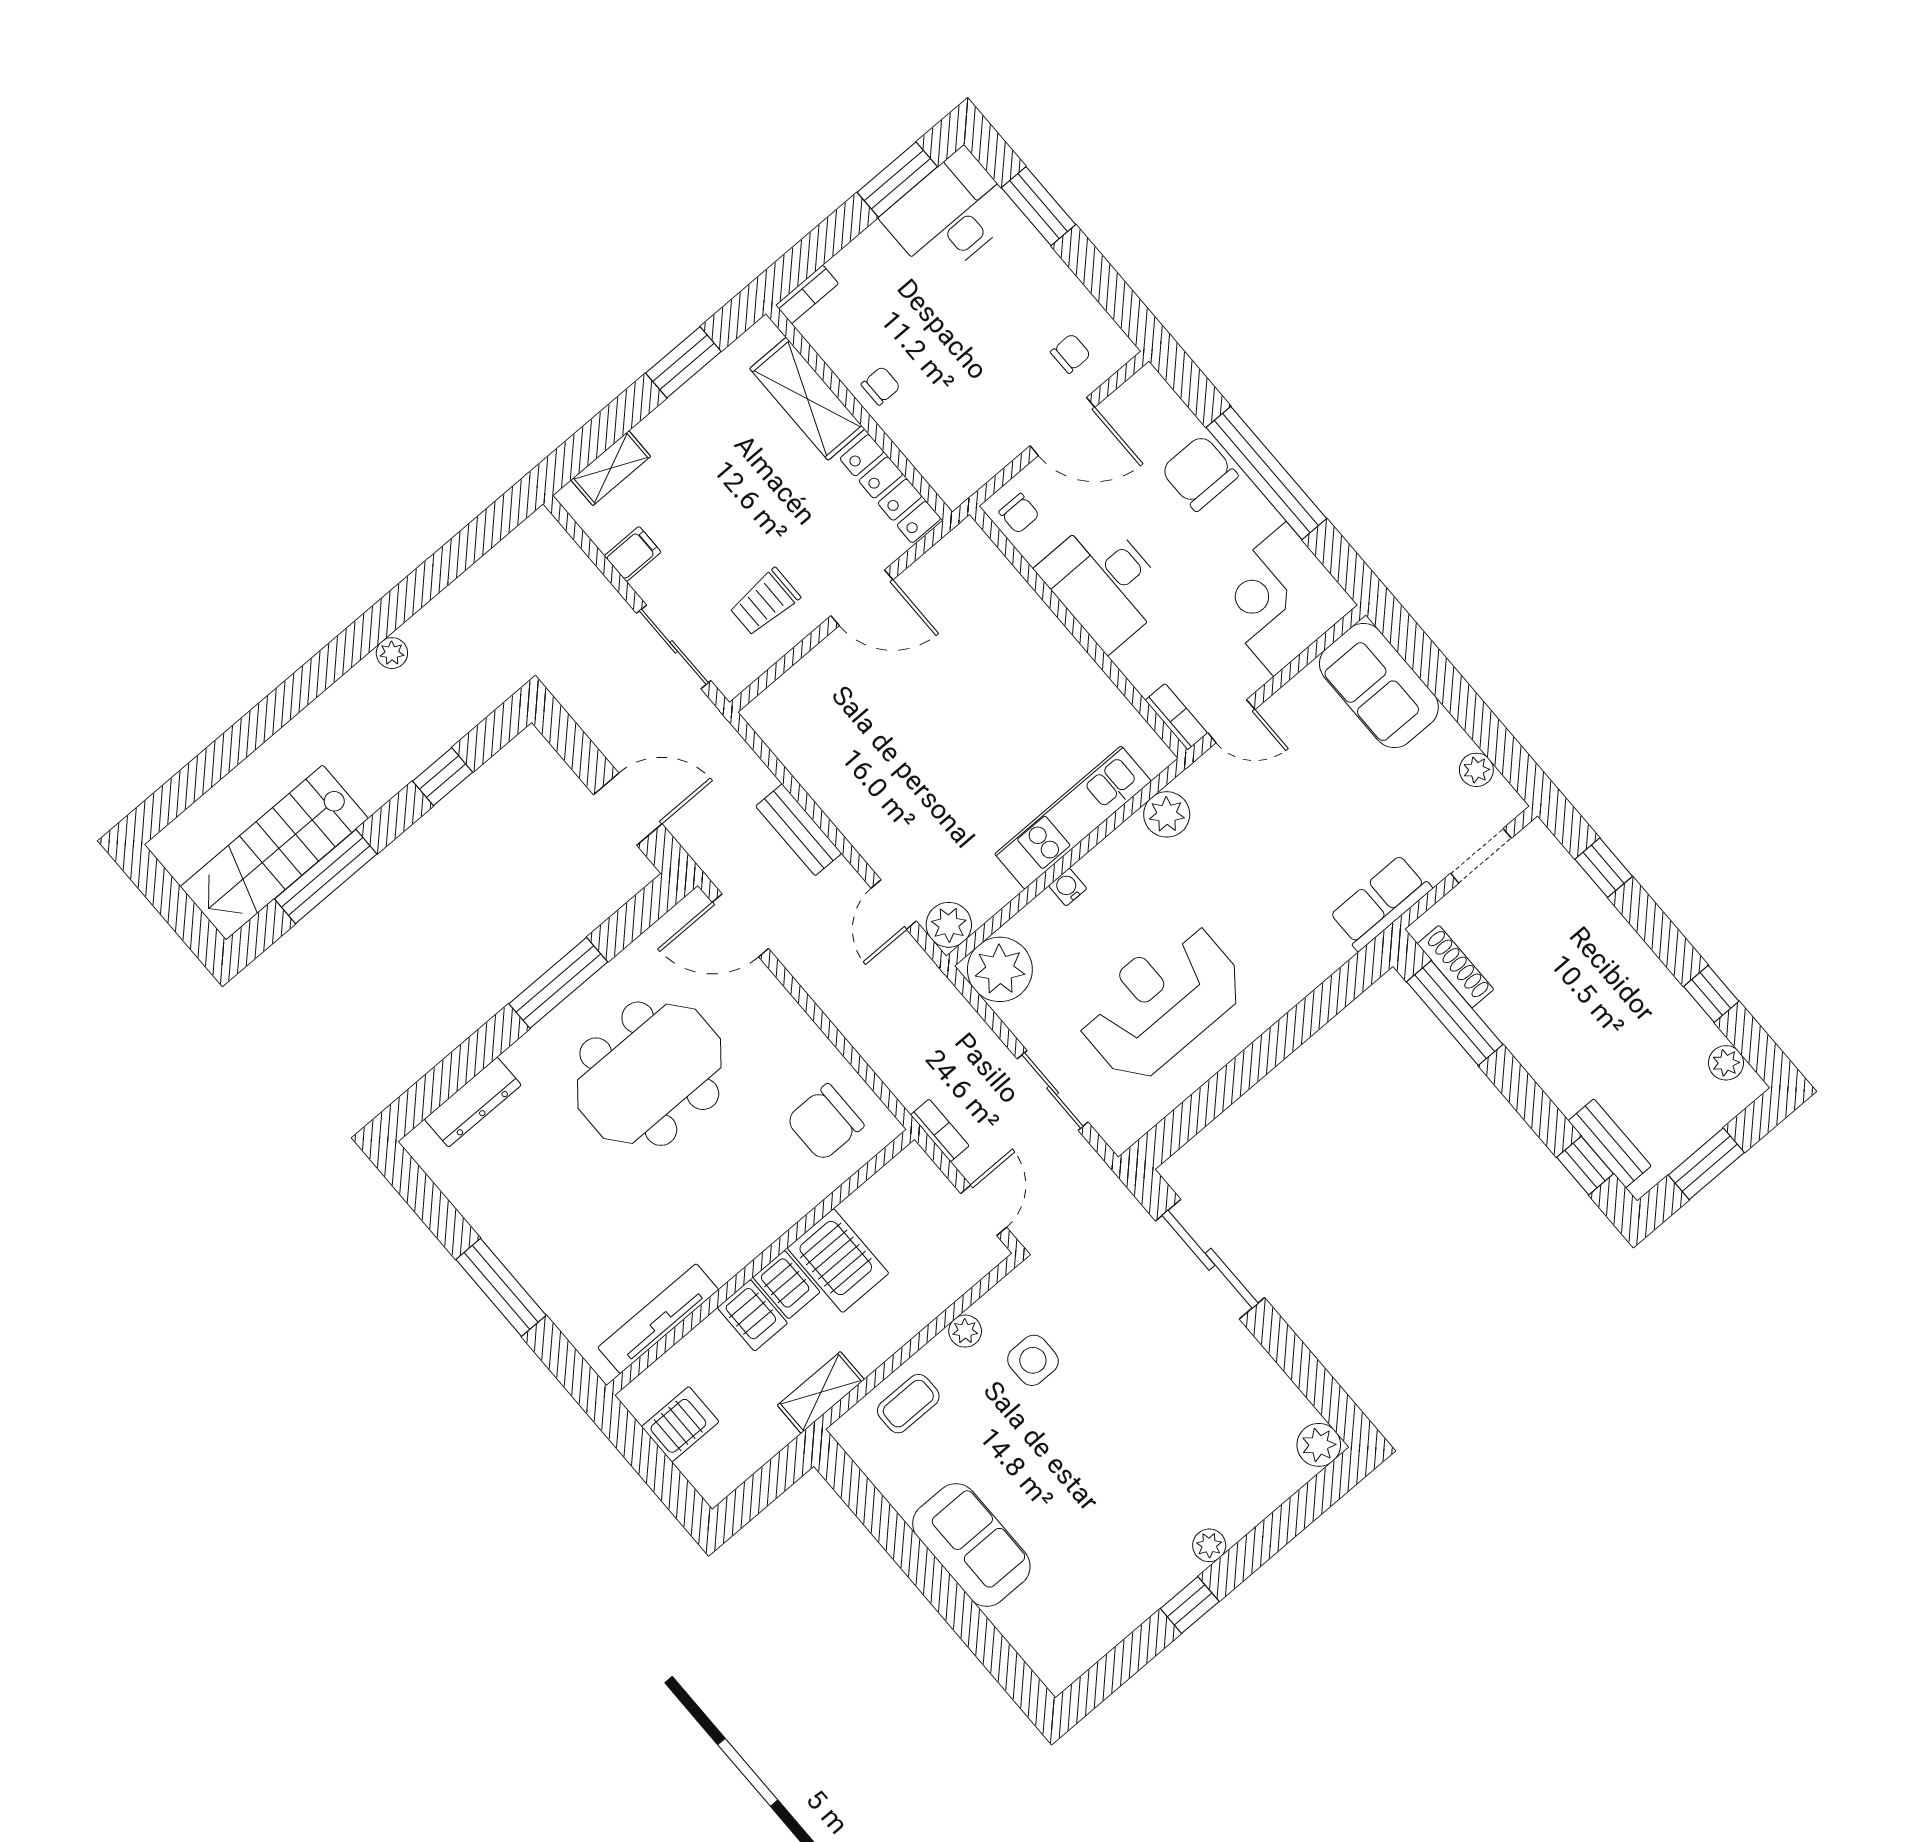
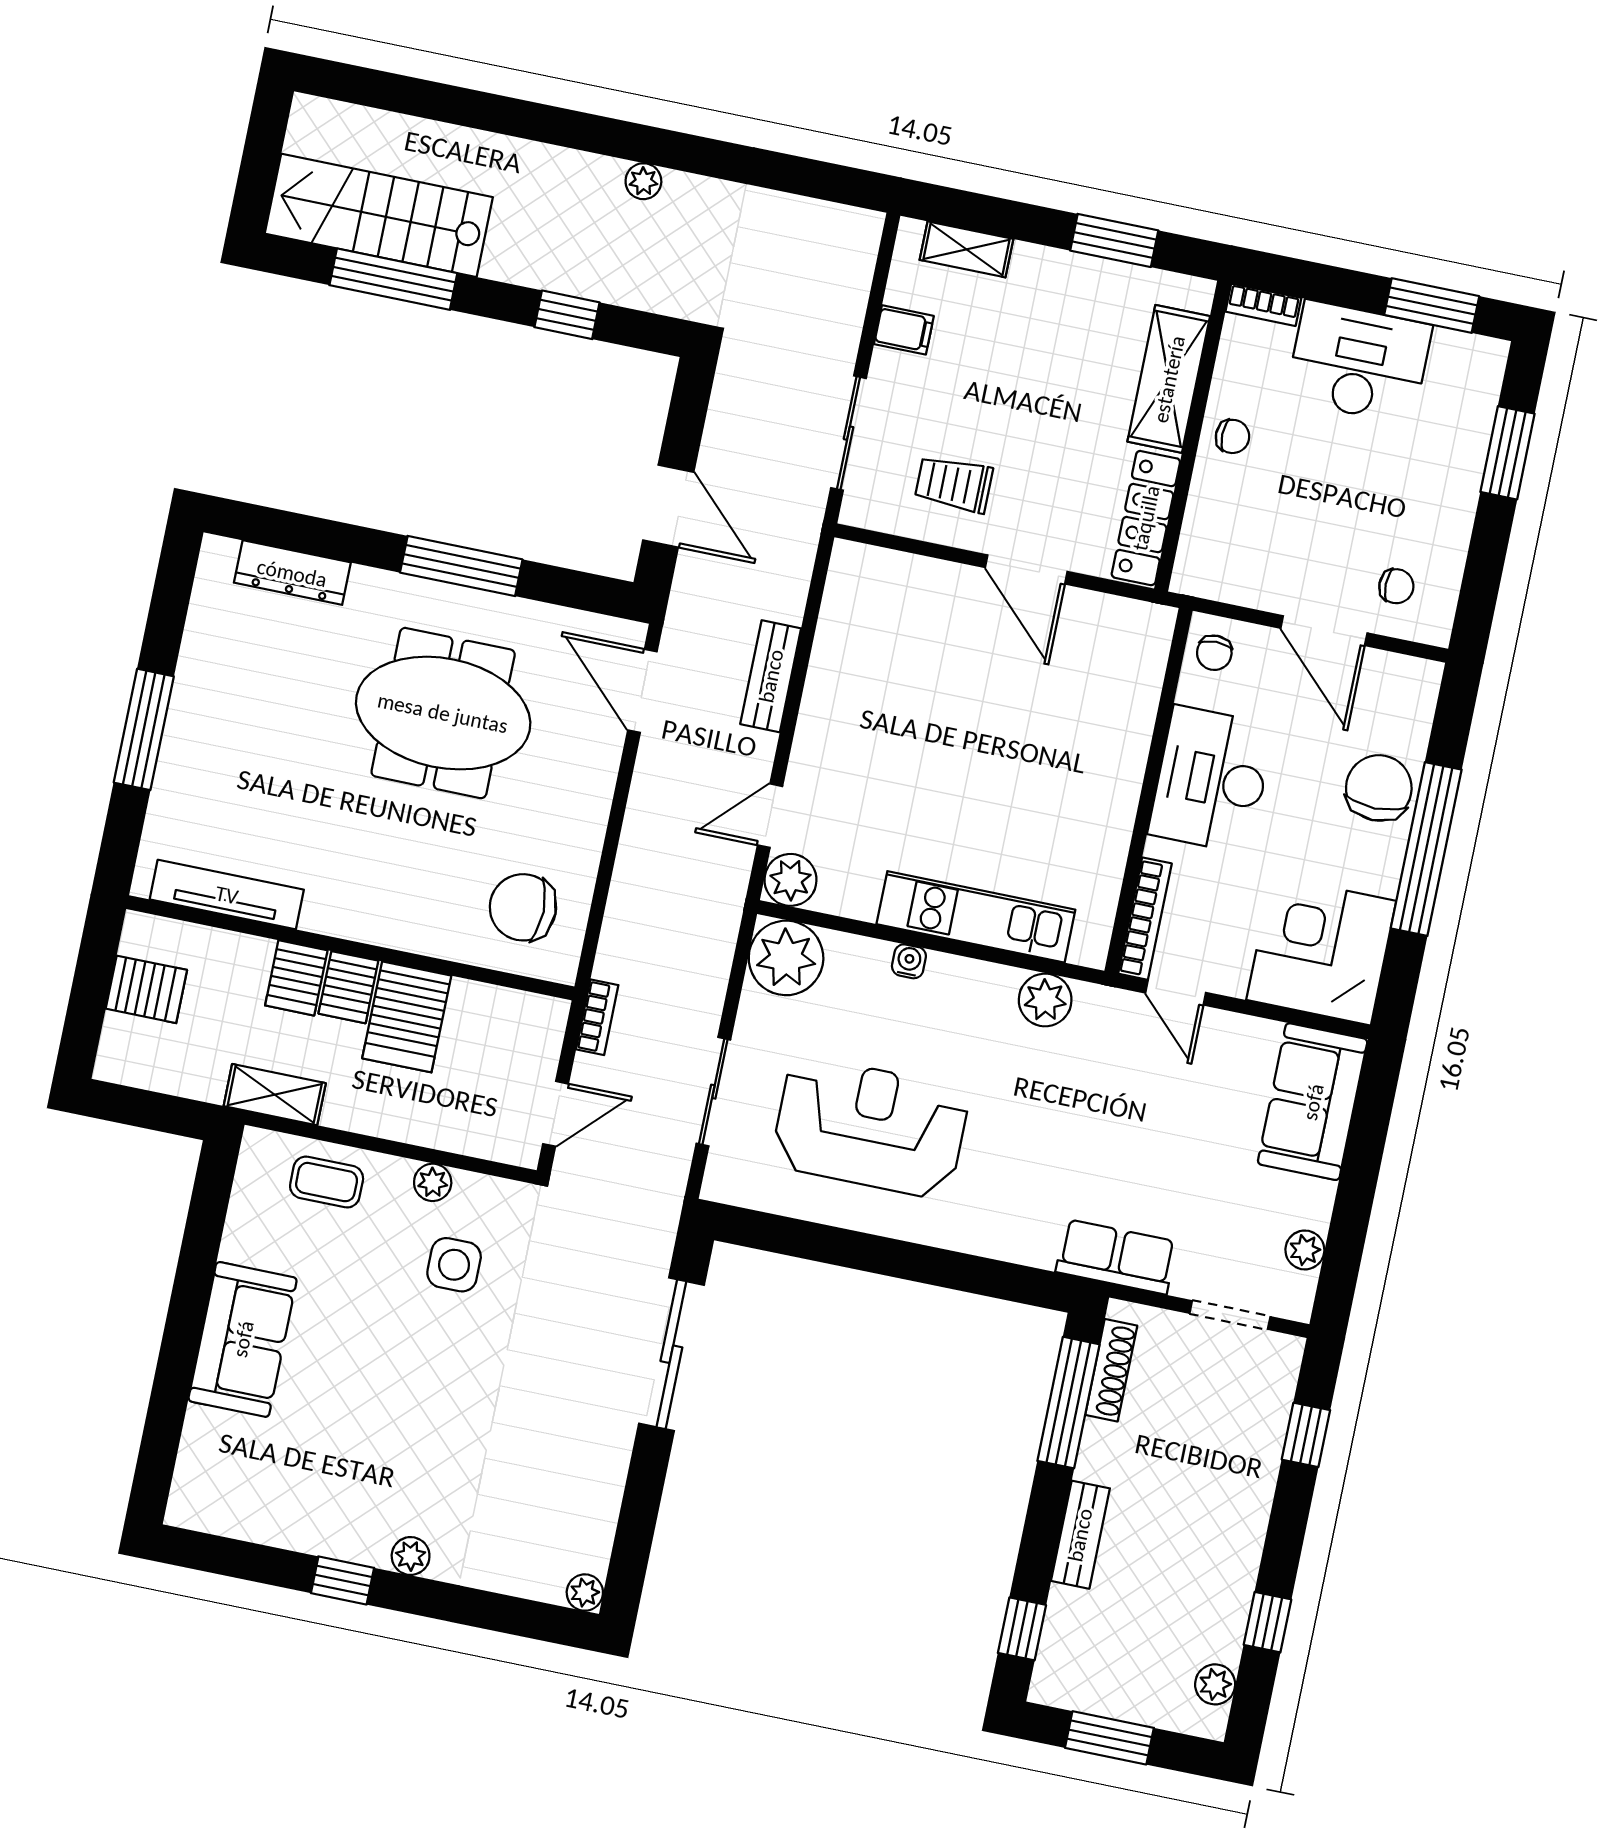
desk: (950, 215) -> (1359, 362), moved
bookcase: (1176, 717) -> (1145, 919), width x1.56
bench: (1610, 1143) -> (1080, 1535), moved
plant: (1319, 1445) -> (585, 1593), width x0.73, depth x0.73

